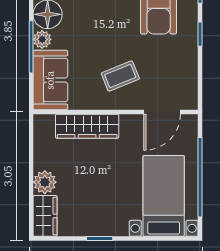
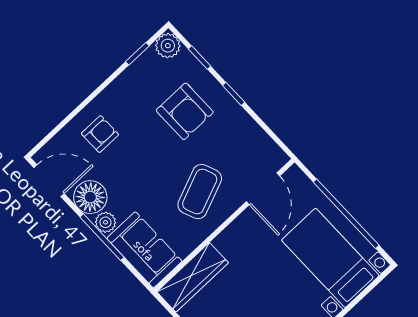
coffee table: (120, 76) -> (200, 192), width x1.36, depth x1.30
wardrobe: (87, 126) -> (193, 277), moved

